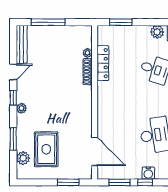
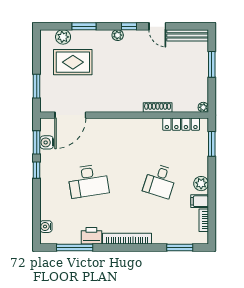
window: (48, 22) -> (212, 64), width x0.69
plant: (87, 53) -> (203, 107), moved
locker: (103, 63) -> (181, 124), moved
water cooler: (148, 173) -> (47, 142), moved

